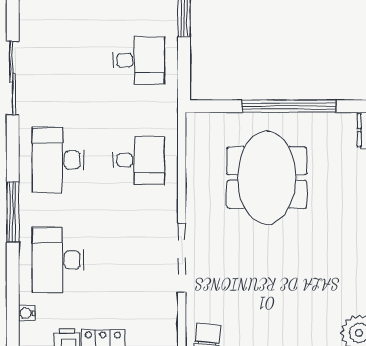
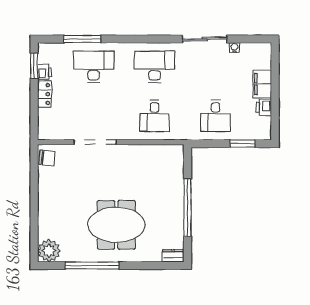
meeting table: (267, 178) -> (116, 225), moved
window: (13, 212) -> (82, 39), moved
water cooler: (27, 313) -> (235, 47), moved

